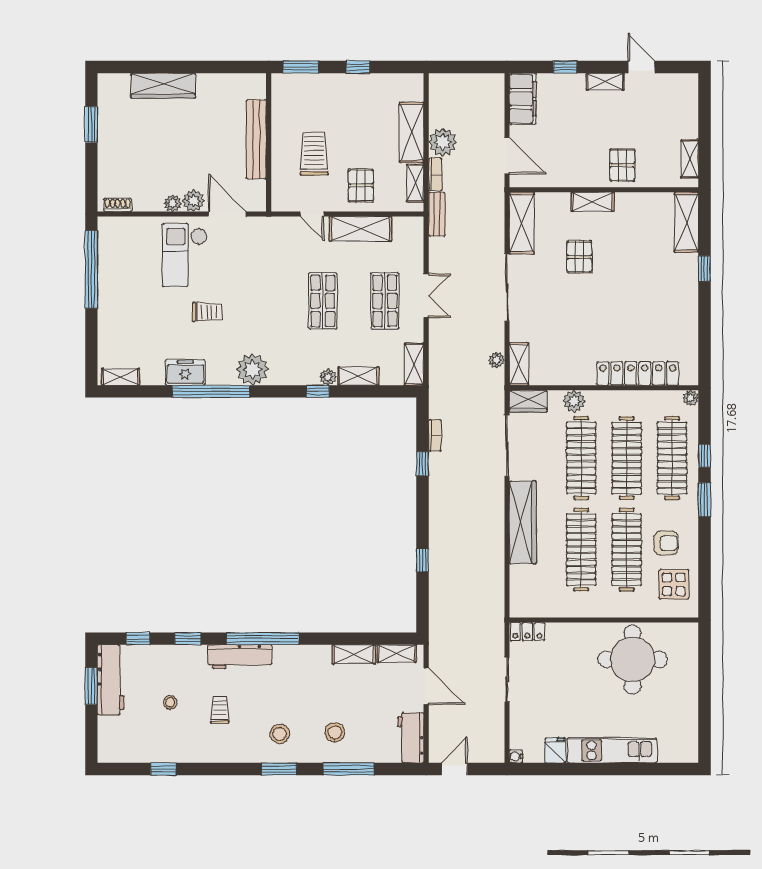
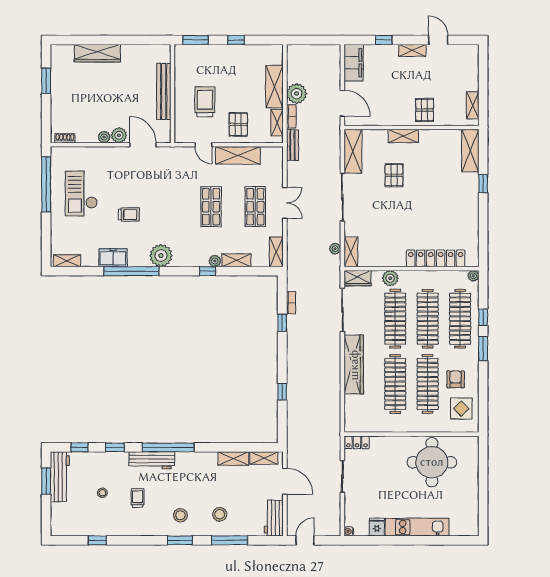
checkout: (185, 255) -> (81, 193), moved
armchair: (666, 543) -> (456, 379), turned -90

